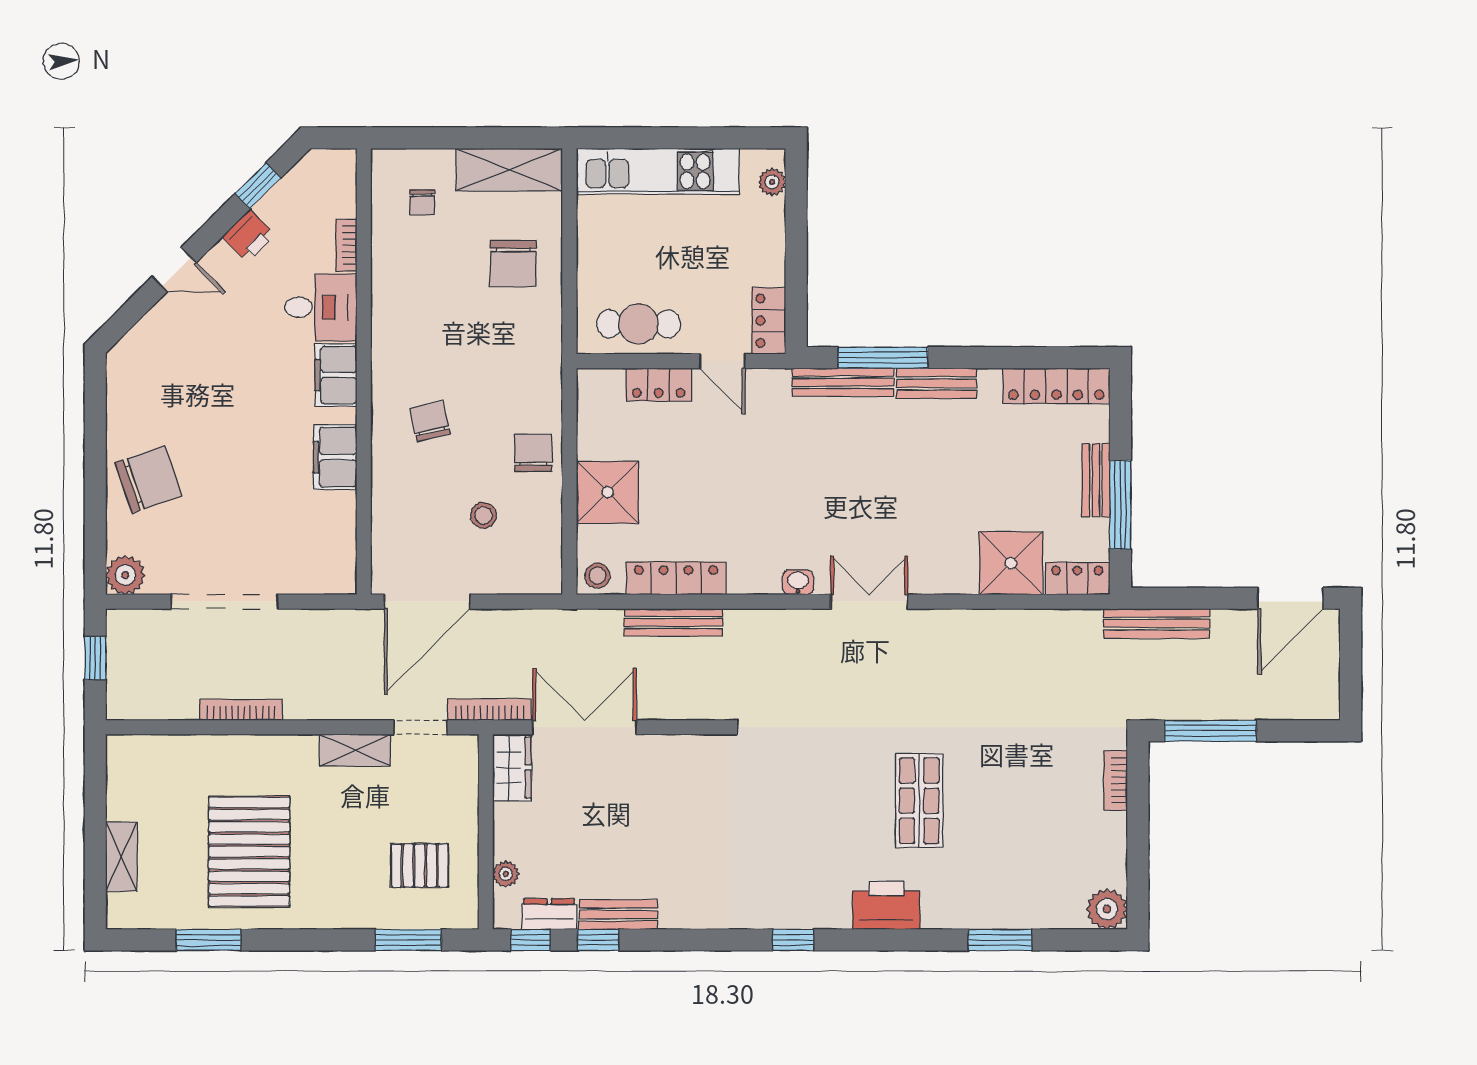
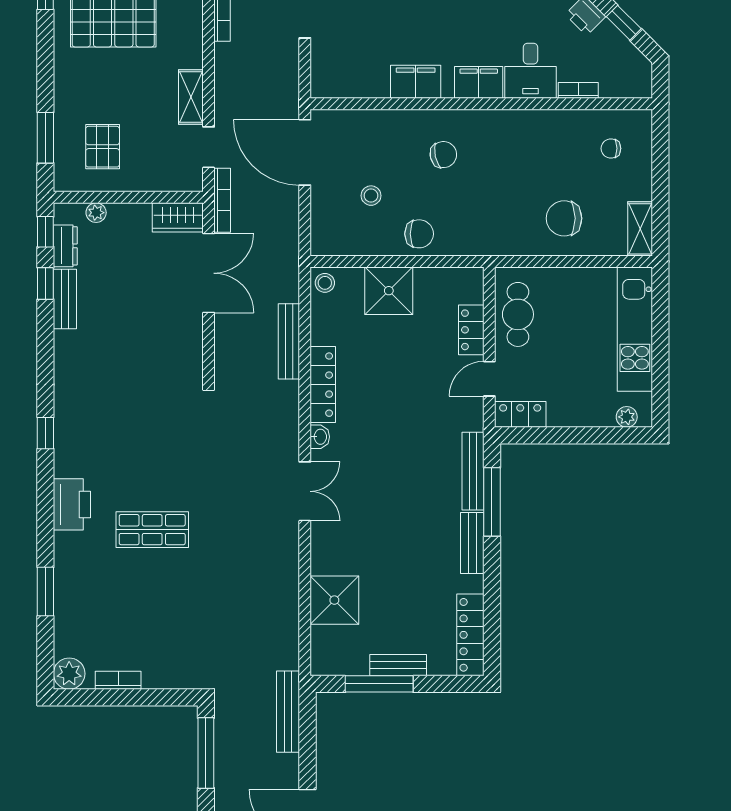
shelving: (509, 170) -> (640, 229), width x0.67, depth x0.75
locker: (676, 578) -> (323, 385), moved
locker: (1077, 579) -> (323, 651), removed
bookcase: (1116, 780) -> (118, 680), moved

